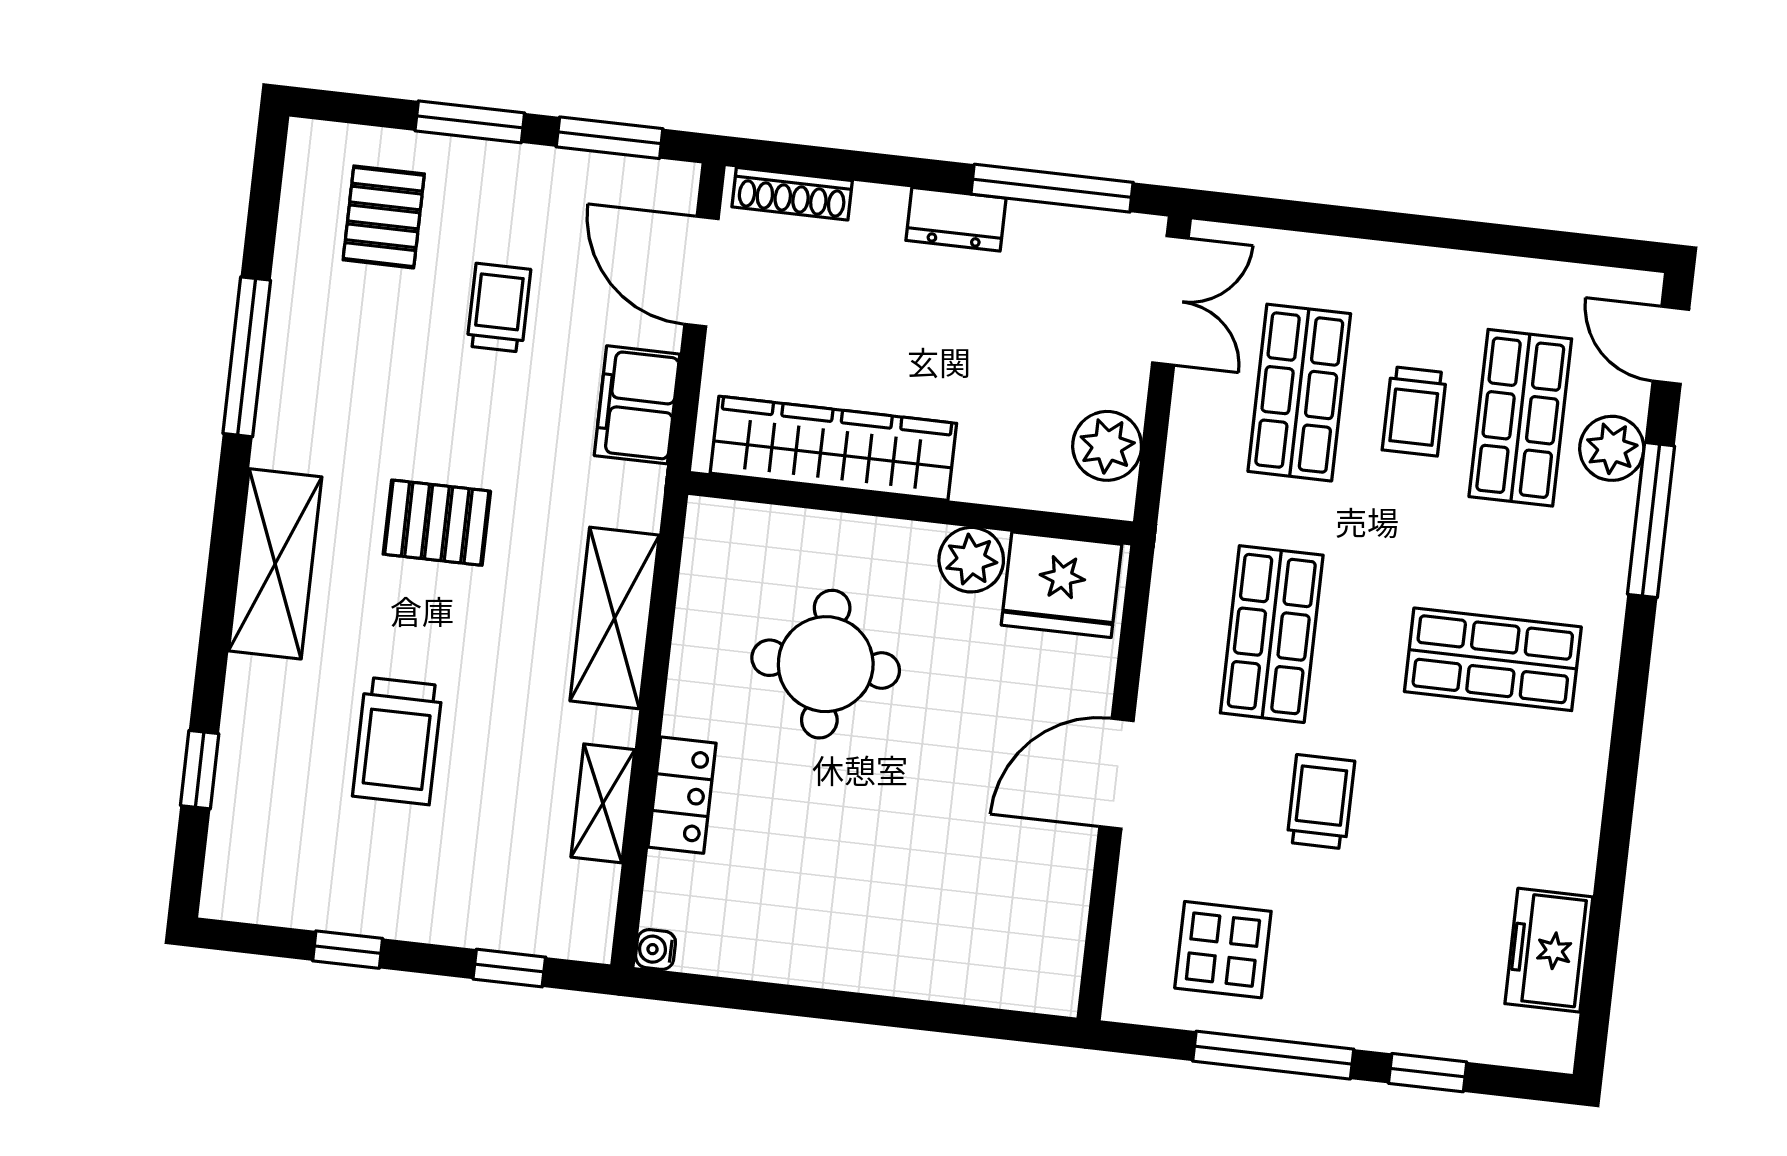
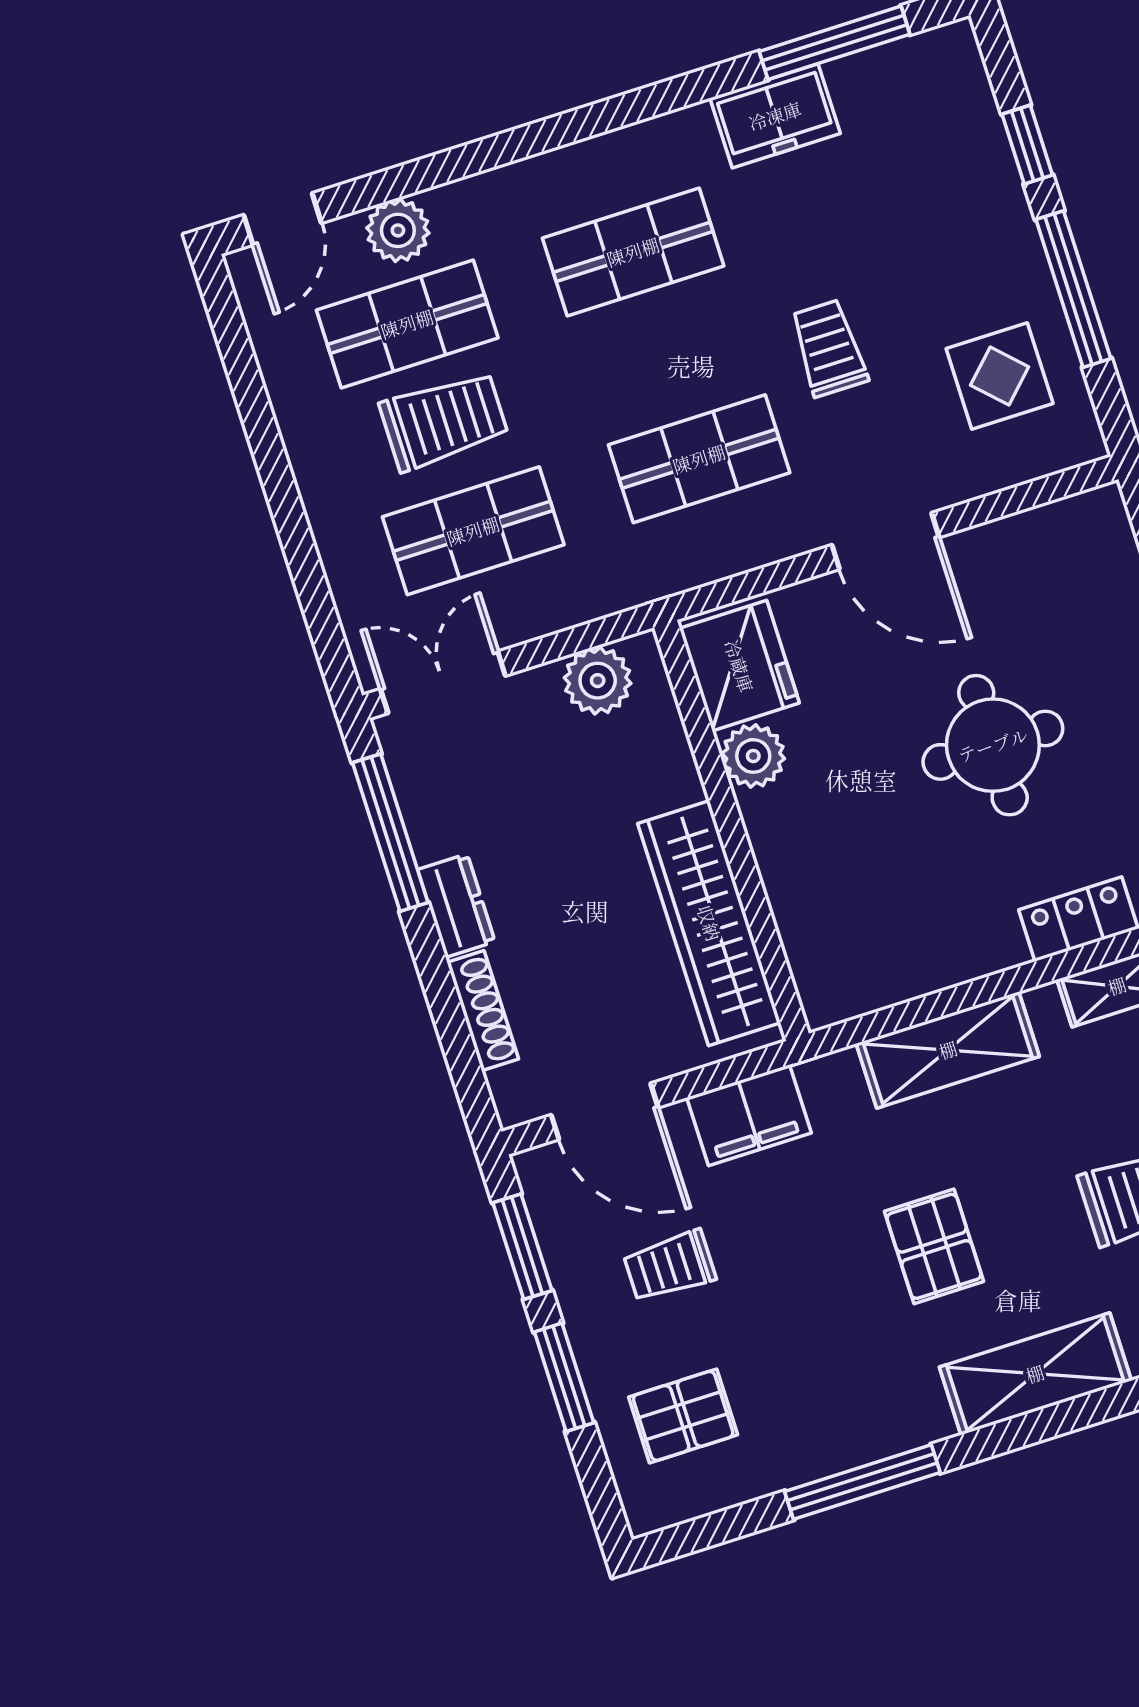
shoe rack: (792, 194) -> (483, 1011), moved
door: (701, 272) -> (605, 1111), hinge flipped
trolley: (499, 308) -> (670, 1266), moved
trolley: (1414, 411) -> (444, 421), width x1.36, depth x1.39
window: (1651, 520) -> (834, 43), moved
shop shelf: (1493, 659) -> (633, 252), turned 90
round table: (826, 664) -> (993, 745), moved
trolley: (1321, 802) -> (829, 348), turned 90
freezer: (1549, 950) -> (775, 116), moved

